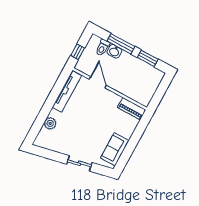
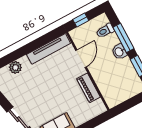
washbasin: (114, 51) -> (119, 52), moved
piano: (132, 109) -> (88, 88), moved

